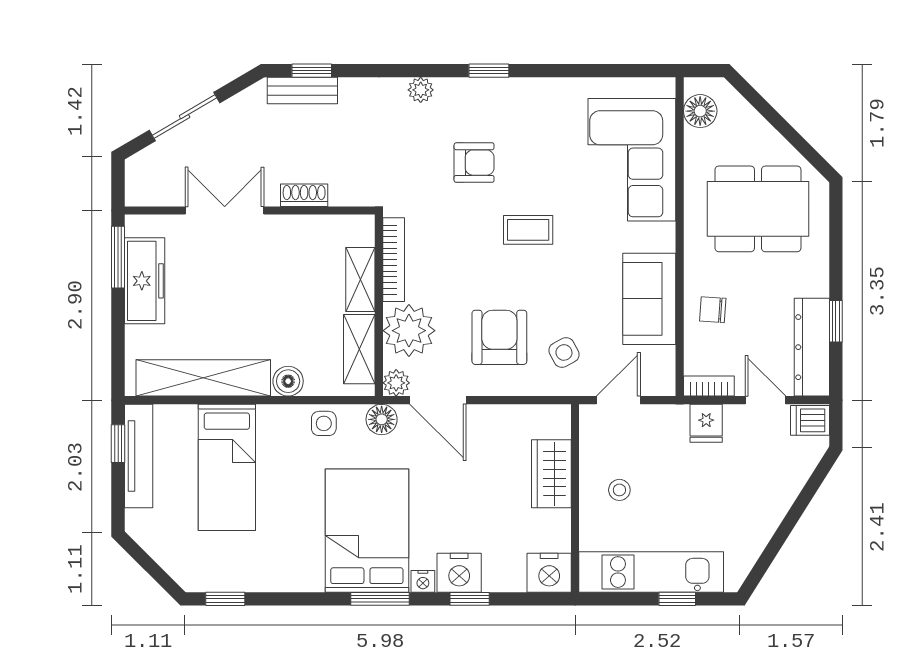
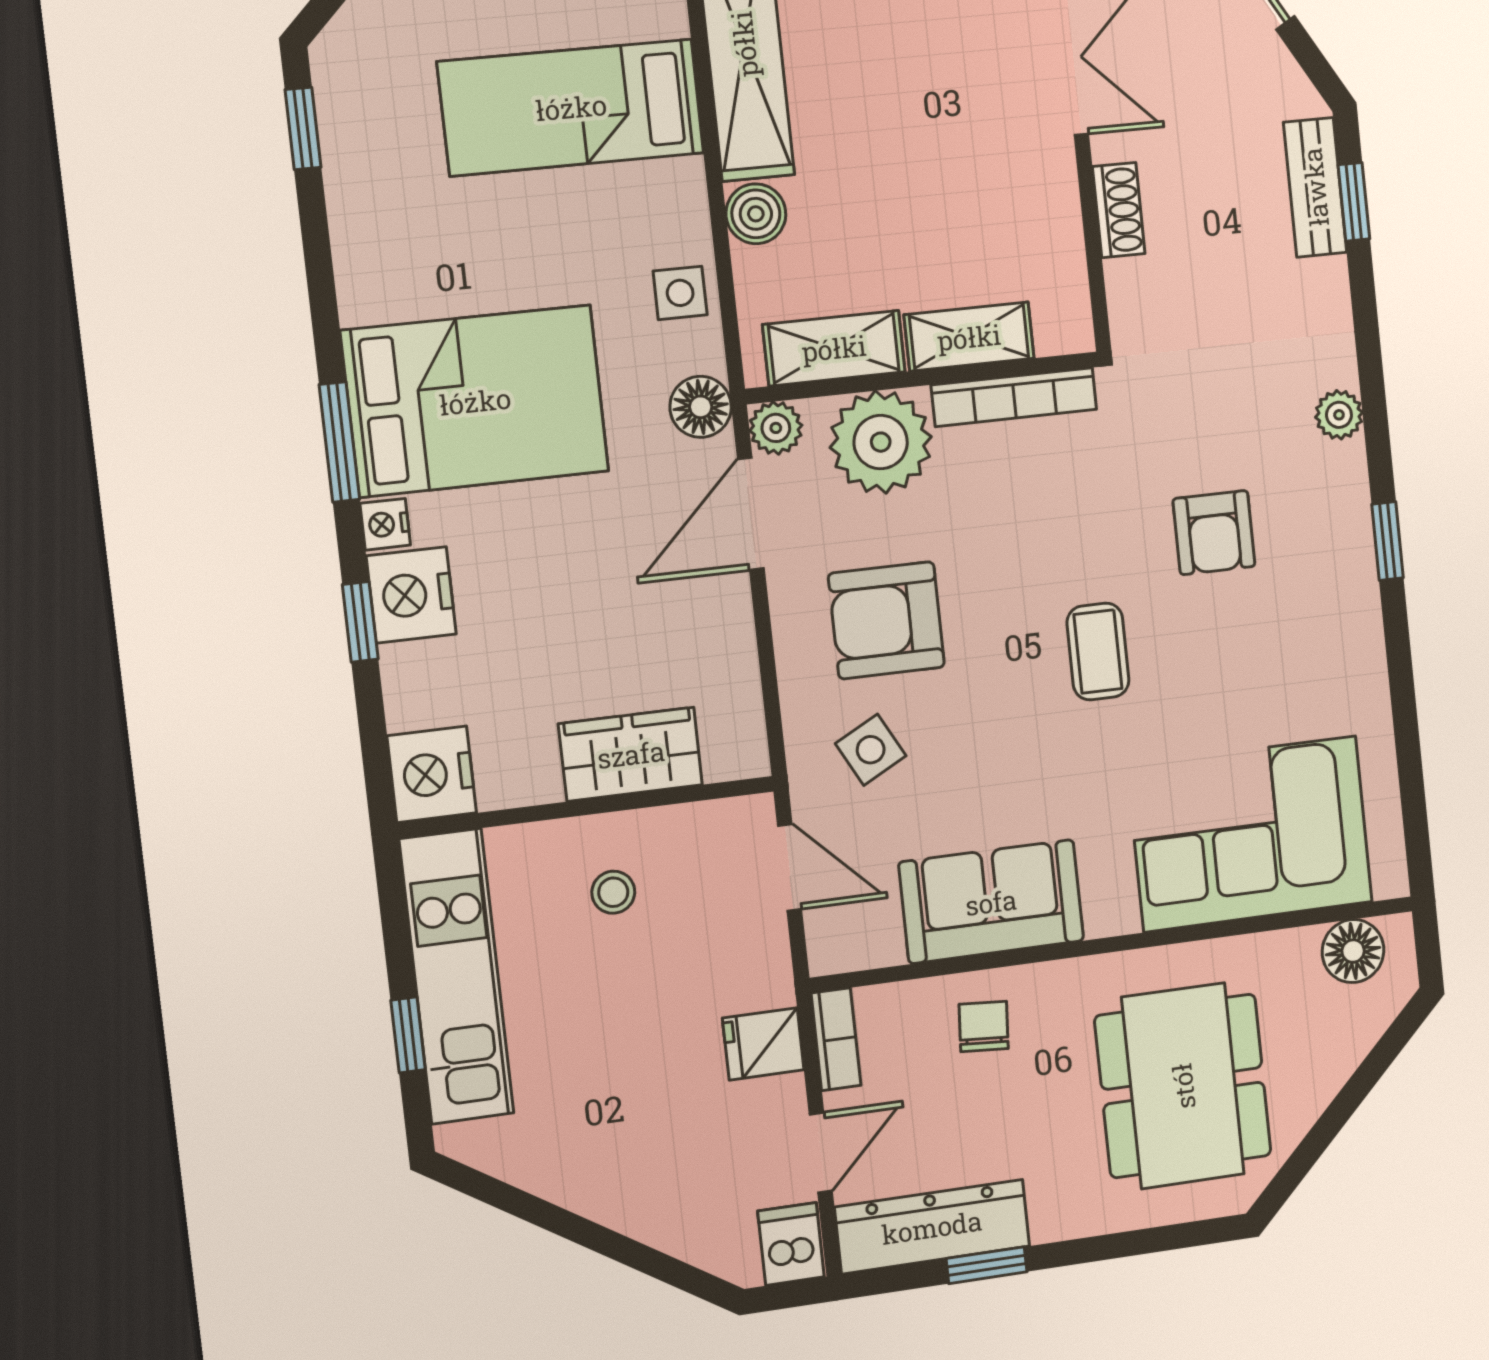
armchair: (499, 337) -> (886, 620), turned 180

